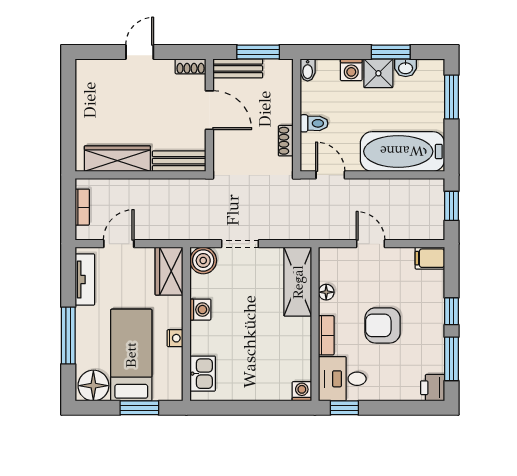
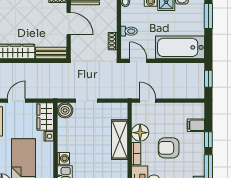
door: (371, 244) -> (148, 101), moved
filing cabinet: (430, 258) -> (196, 125), moved
shelving: (298, 282) -> (120, 140), moved
floor lamp: (326, 292) -> (140, 133), width x1.89, depth x1.89
washing machine: (200, 310) -> (63, 158), moved
nightstand: (175, 338) -> (49, 136), moved

